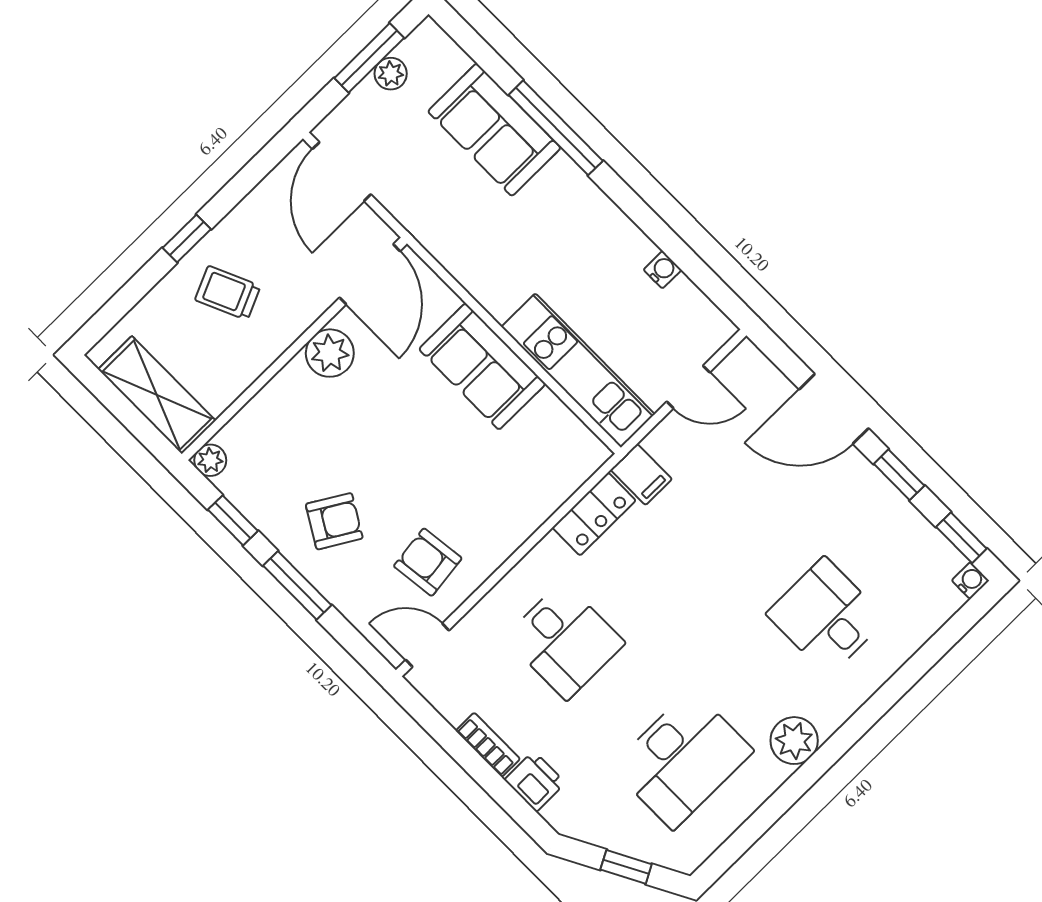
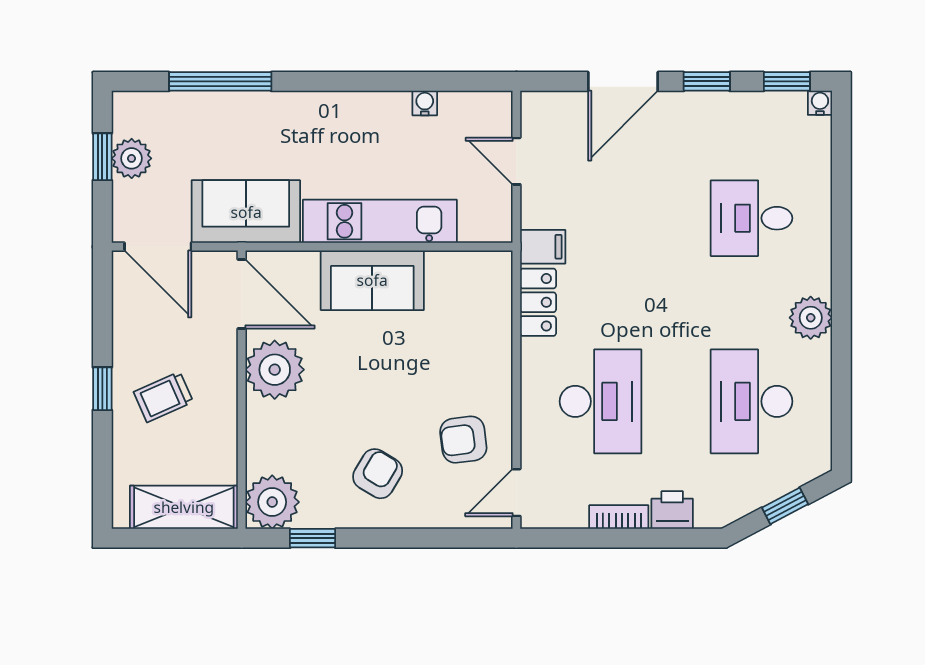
window: (369, 58) -> (102, 157), width x0.67
plant: (391, 74) -> (132, 158), width x1.38, depth x1.38
window: (556, 128) -> (220, 81), moved
sofa: (494, 130) -> (246, 212), moved, turned 180
plant: (330, 353) -> (275, 370), width x1.36, depth x1.36
kitchen unit: (578, 370) -> (380, 221), moved
door: (688, 387) -> (516, 161), swing flipped
plant: (210, 460) -> (272, 502), width x1.87, depth x1.87
window: (297, 585) -> (395, 538), removed
desk: (565, 640) -> (601, 401), width x1.37
desk: (682, 759) -> (752, 401), turned 180

